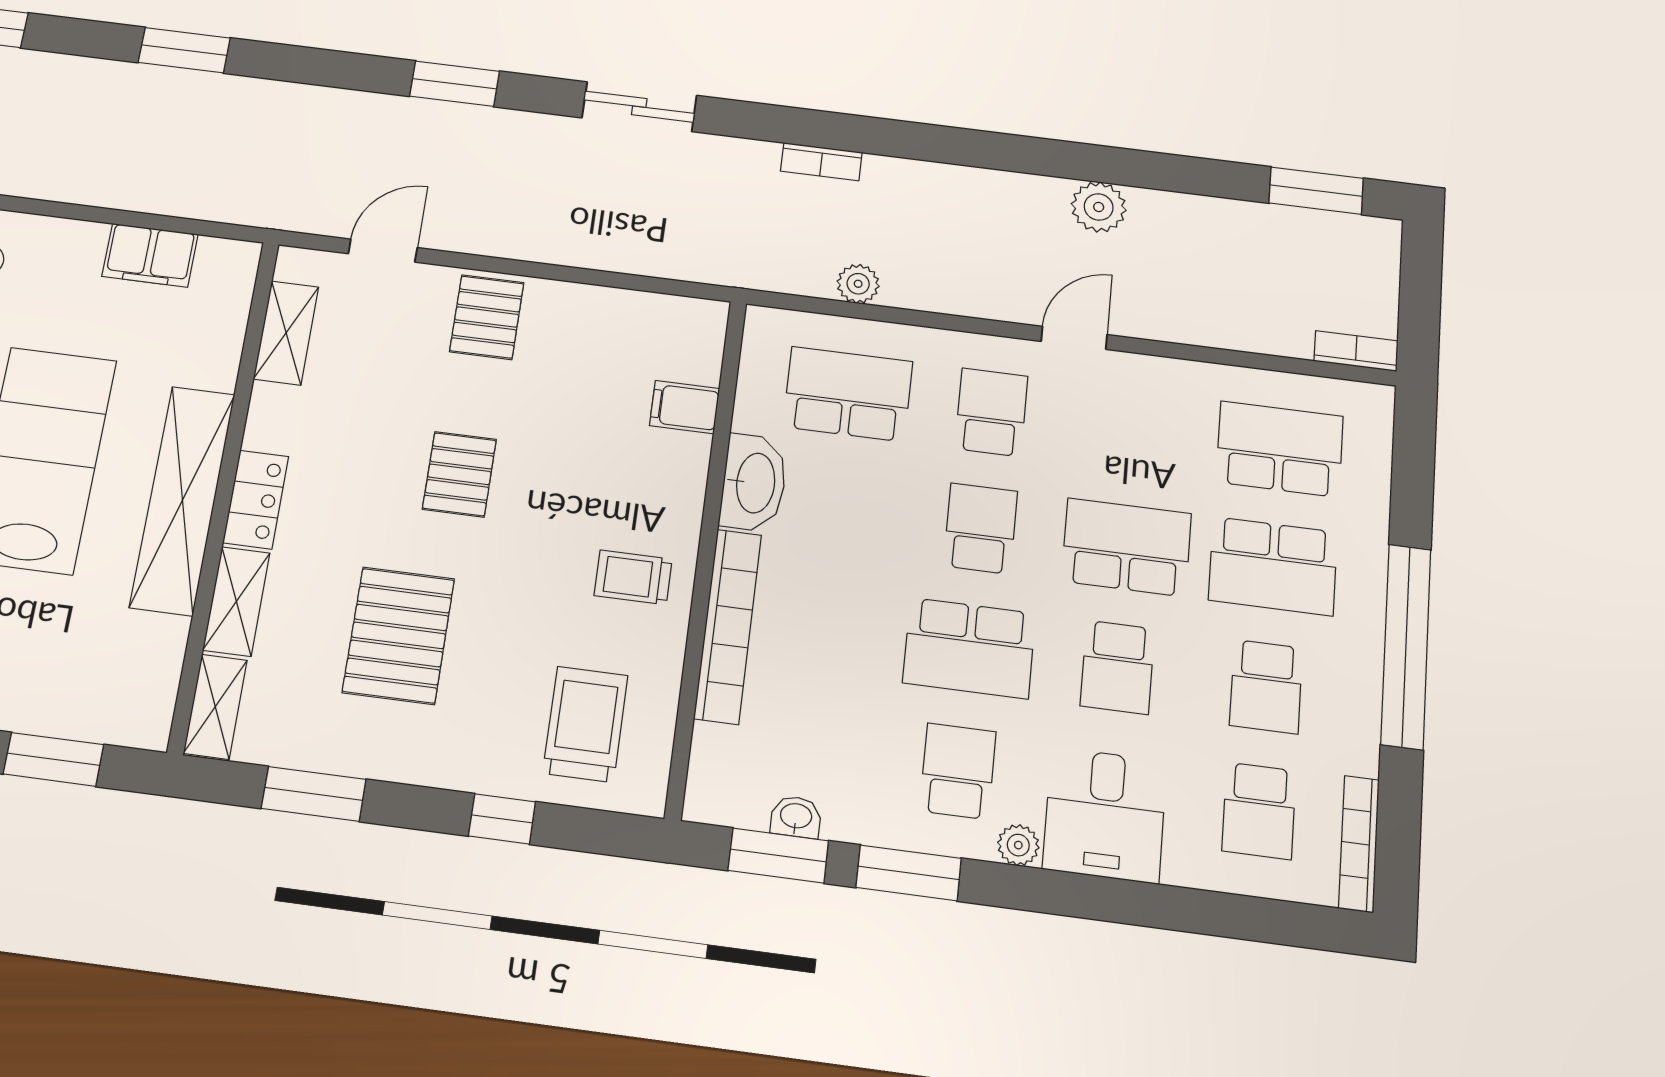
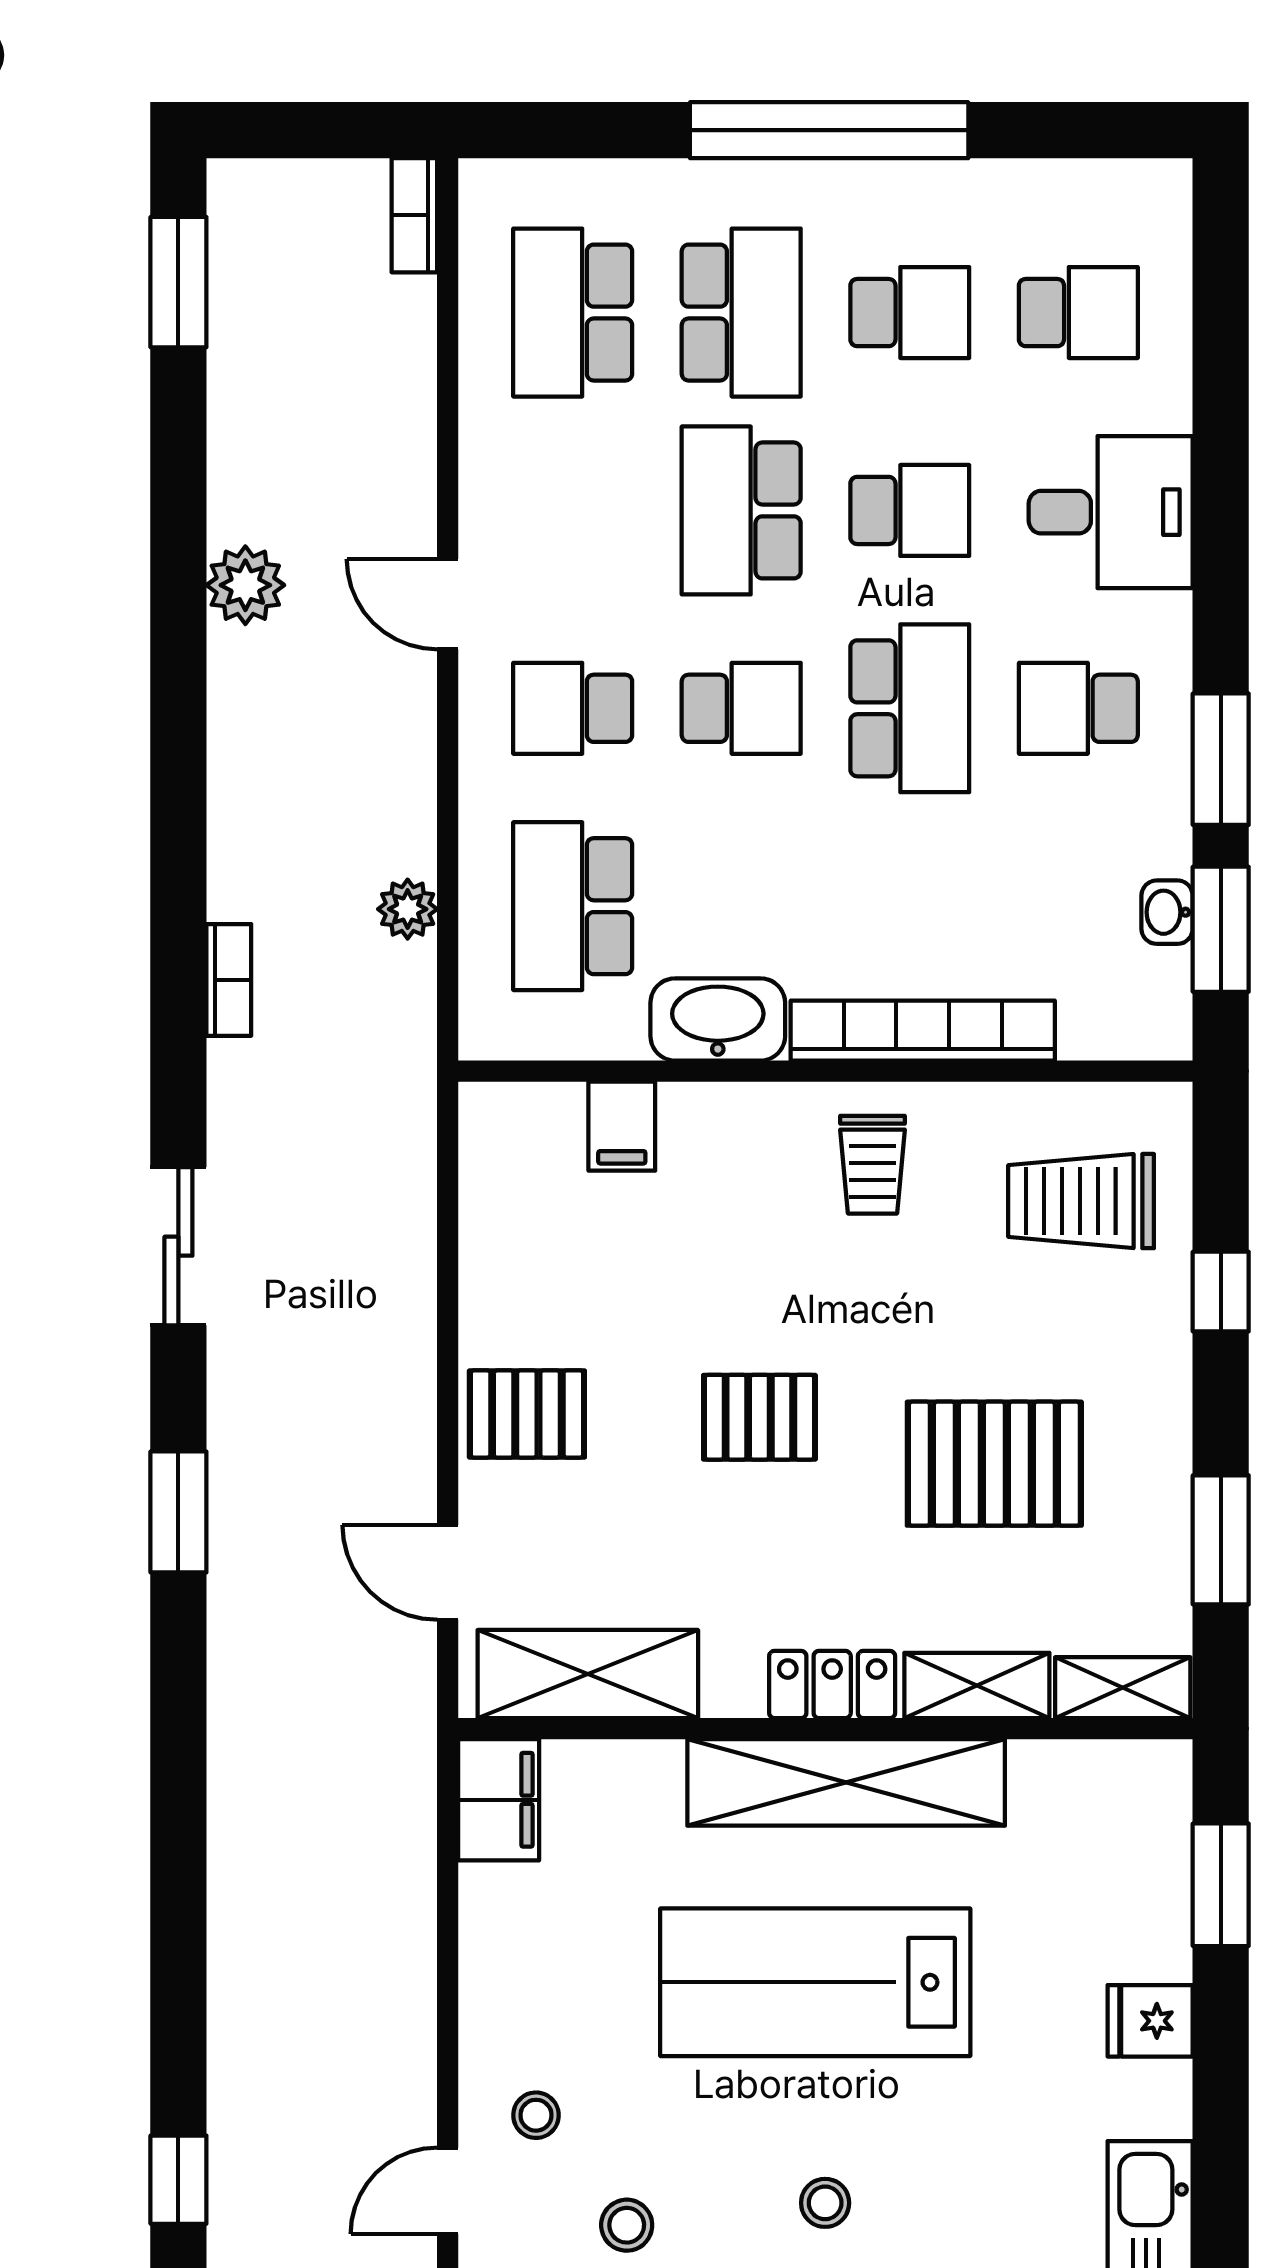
window: (184, 50) -> (178, 1903), removed
filing cabinet: (150, 255) -> (499, 1800), moved
shelving: (286, 333) -> (588, 1674), width x1.50, depth x1.33
school desk: (980, 528) -> (741, 708), turned 180
bookcase: (1359, 844) -> (1105, 181), removed
plant: (1018, 845) -> (1165, 621), removed

